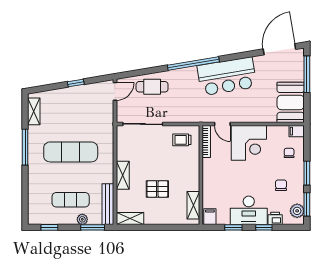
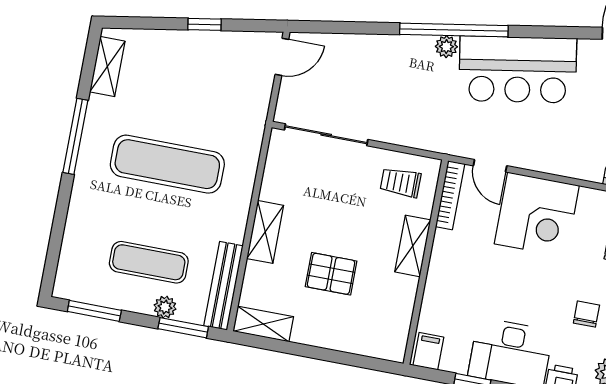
plant: (191, 72) -> (446, 47), added
cafe table: (152, 87) -> (360, 62), removed
shelving: (193, 205) -> (413, 246), moved
window: (49, 227) -> (94, 311), width x1.50

